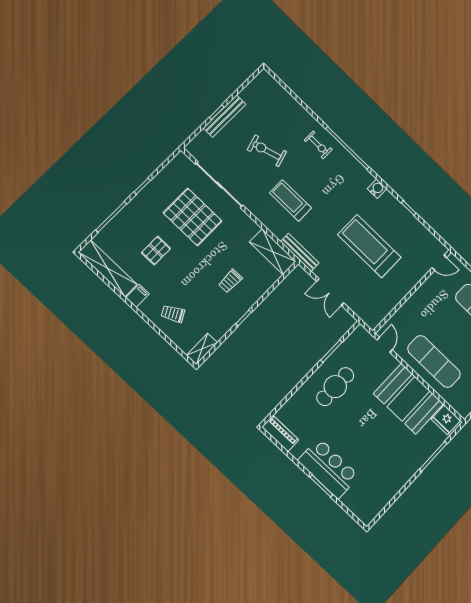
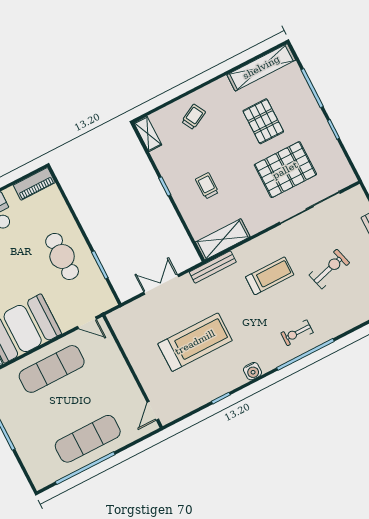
exercise bike: (318, 145) -> (297, 333), moved
pallet: (156, 251) -> (263, 121), width x1.50, depth x1.42
filing cabinet: (138, 296) -> (224, 88), removed

